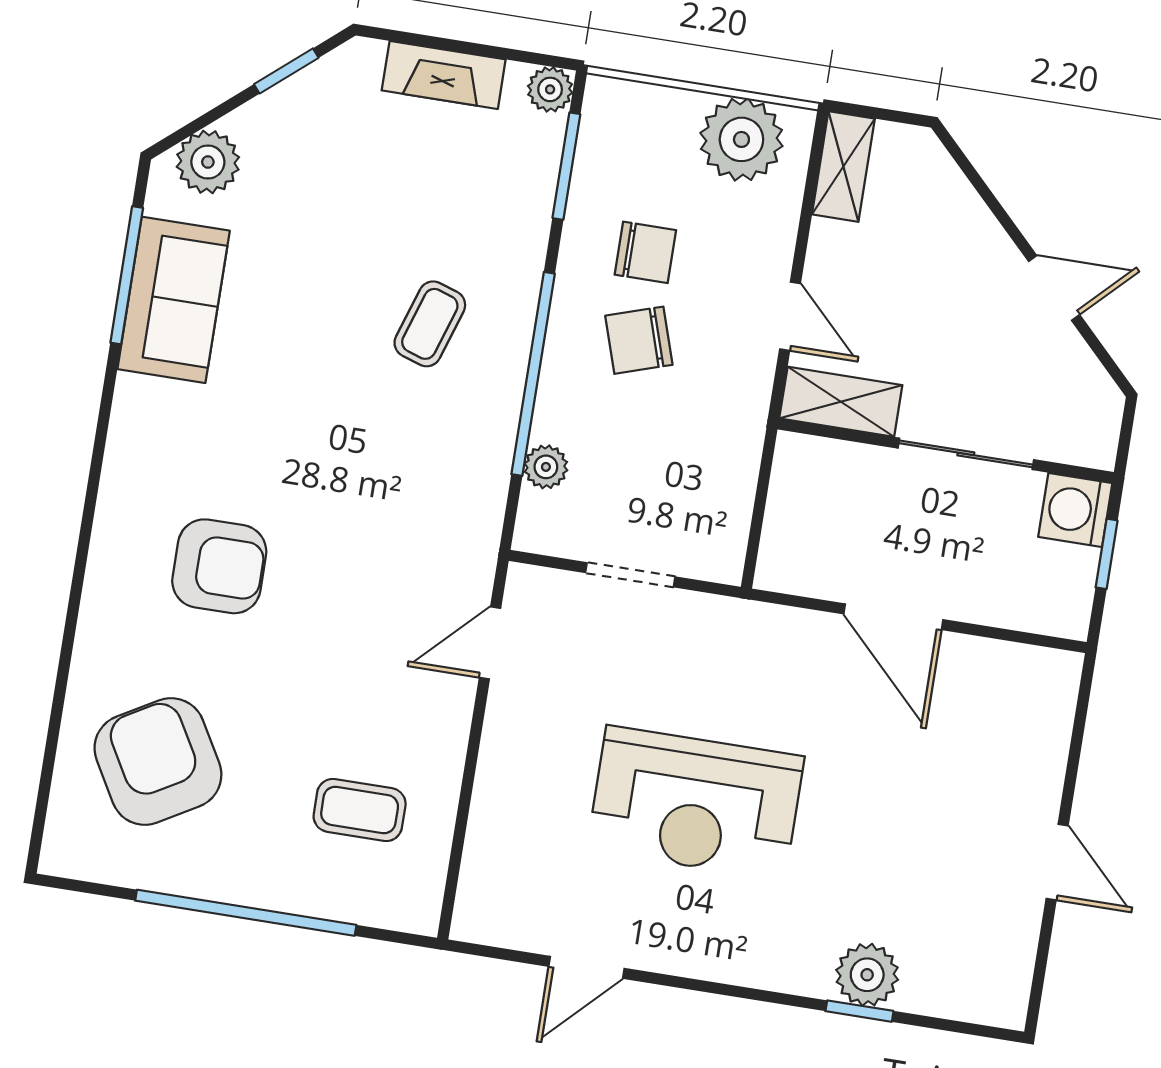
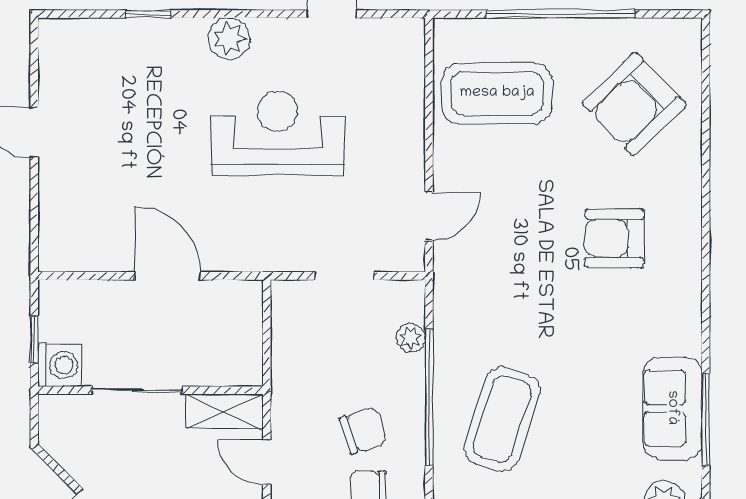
coffee table: (430, 324) -> (502, 419), width x1.86, depth x1.72
armchair: (158, 762) -> (634, 104), turned 76
coffee table: (360, 810) -> (497, 93), width x1.86, depth x1.72
plant: (867, 975) -> (229, 39), moved

